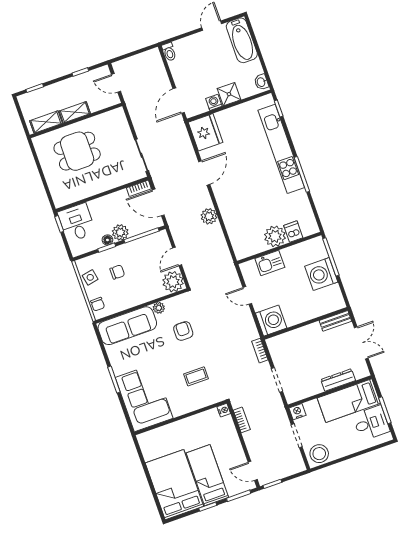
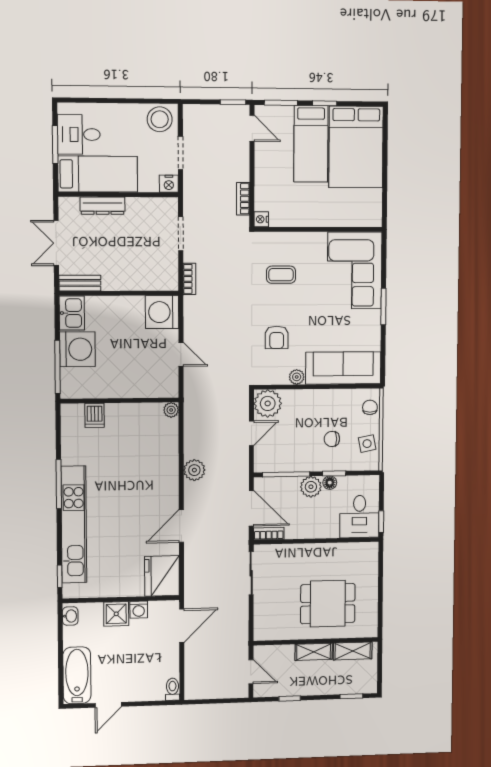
plant: (275, 236) -> (171, 410), moved, width x0.53, depth x0.53
kitchen sink: (270, 263) -> (72, 313), moved, turned 90

